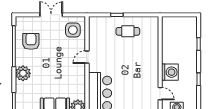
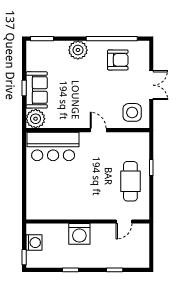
cafe table: (128, 31) -> (130, 181), width x1.37, depth x1.35
door: (160, 94) -> (124, 222), moved

